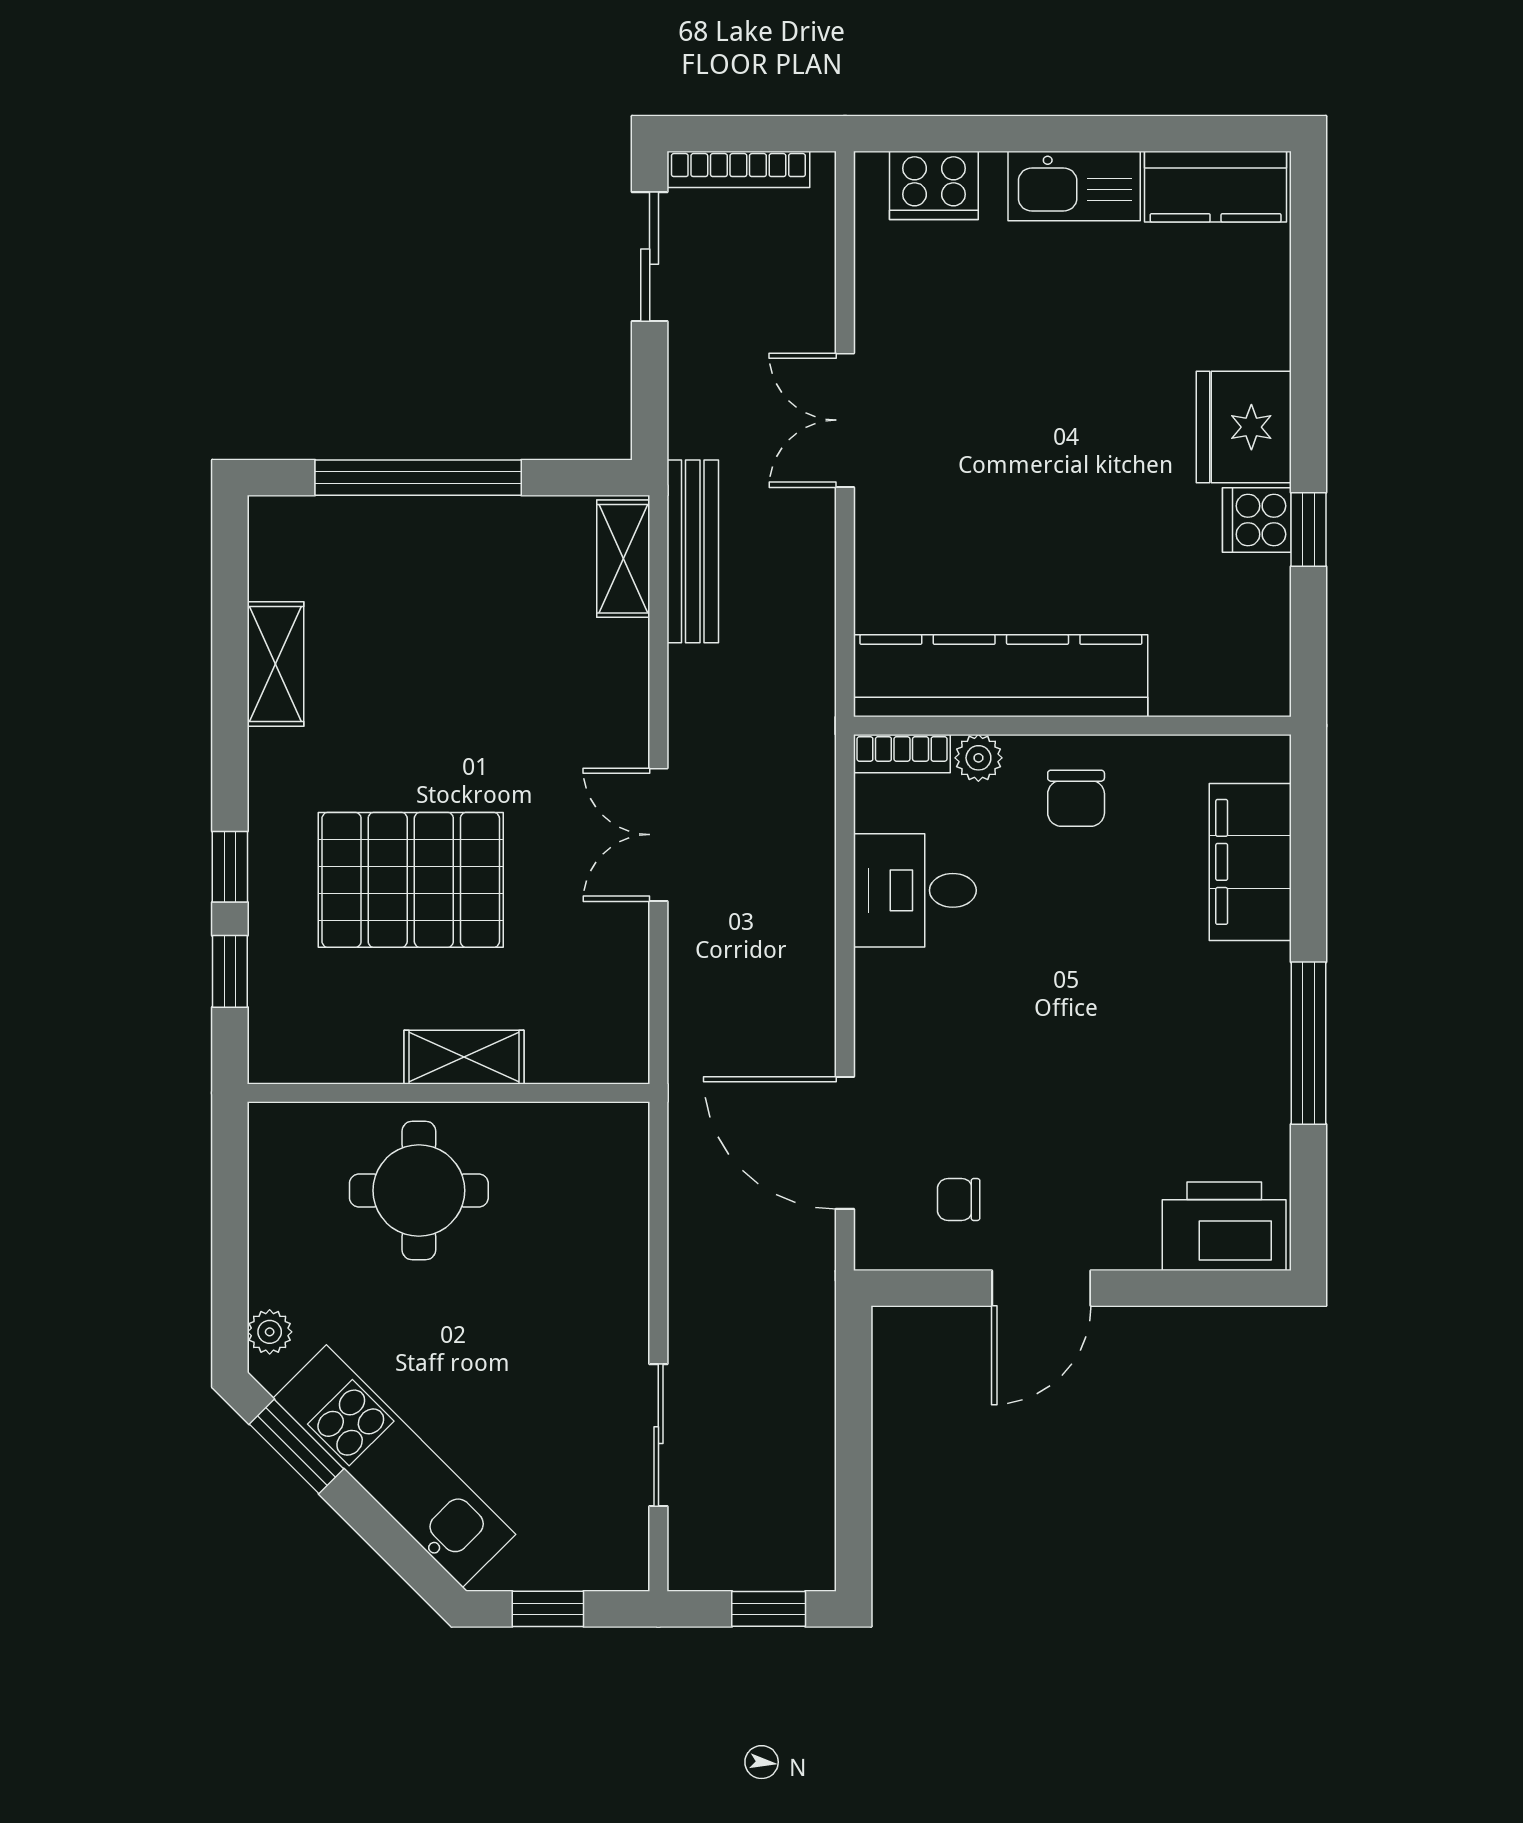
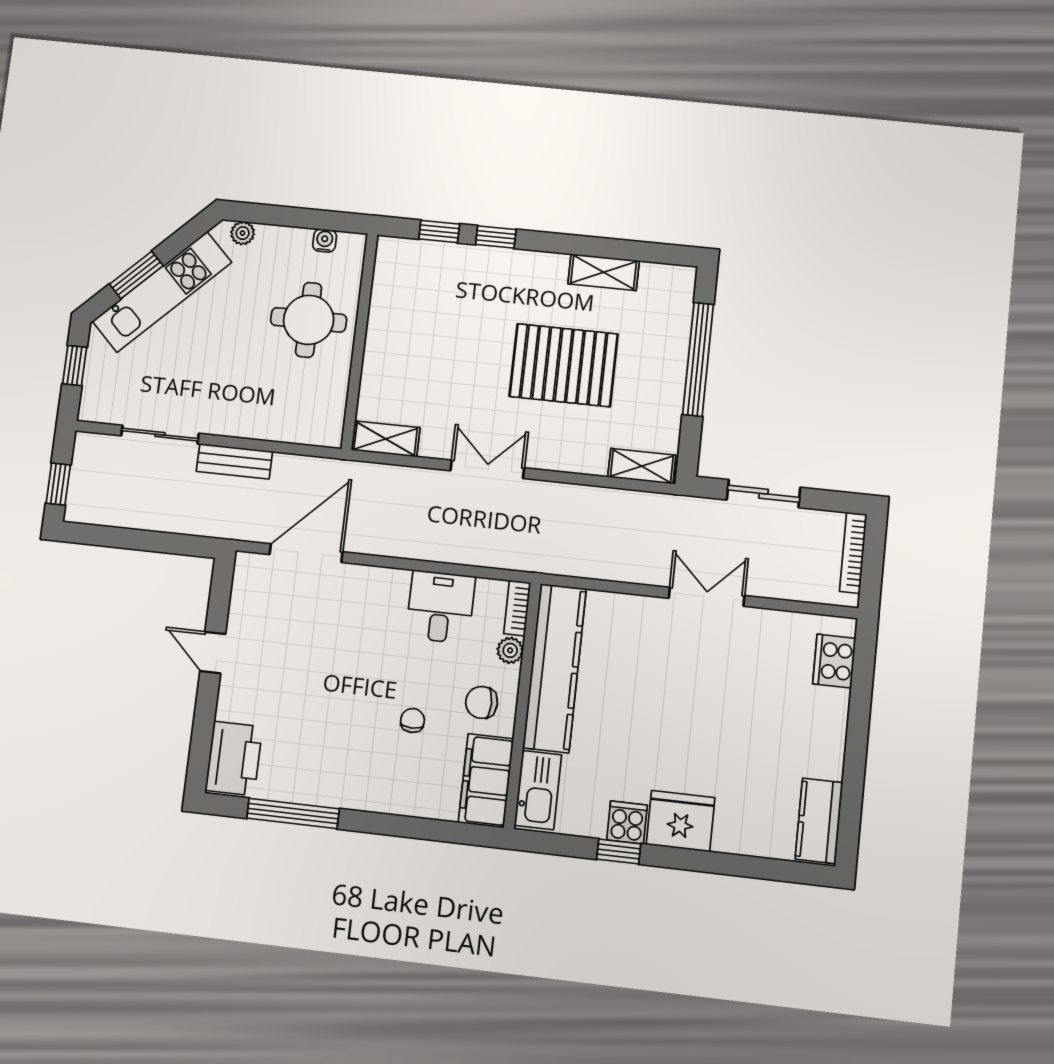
kitchen sink: (1074, 186) -> (538, 790), moved, turned 180
sliding door: (650, 257) -> (763, 494), moved
bench: (693, 551) -> (234, 461), moved, width x0.73
filing cabinet: (1250, 862) -> (486, 781), moved, turned -90
pallet: (411, 880) -> (564, 365), moved, turned 90
window: (1309, 1043) -> (293, 814), moved
shelving: (464, 1057) -> (386, 439), moved, turned 90
water cooler: (268, 1179) -> (325, 241), added
chair: (959, 1199) -> (412, 720), moved
door: (1041, 1288) -> (213, 653), width x0.73
window: (296, 1446) -> (136, 275), moved

